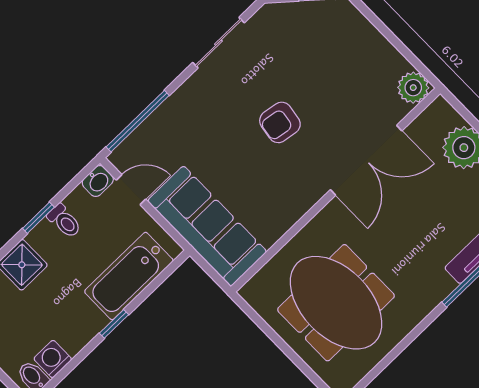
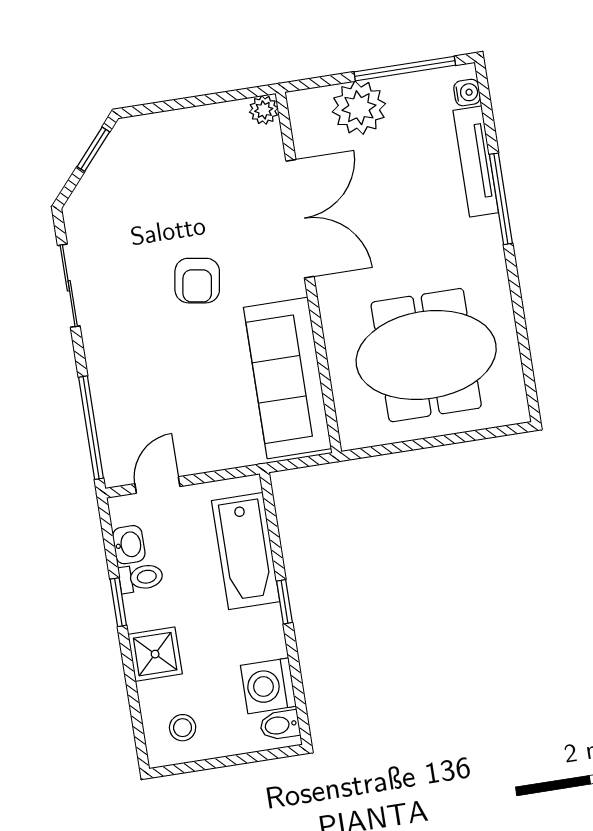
plant: (413, 88) -> (264, 110), width x0.73, depth x0.73
washbasin: (98, 181) -> (129, 545), moved
sofa: (207, 226) -> (287, 378), moved, turned -90
washing machine: (53, 359) -> (268, 686), width x1.38, depth x1.38

